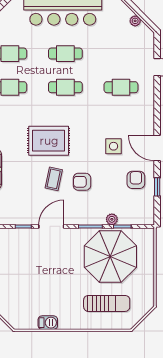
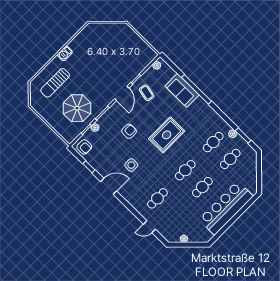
coffee table: (54, 179) -> (147, 93), moved
armchair: (136, 180) -> (84, 147), moved
parasol: (110, 256) -> (77, 108), width x0.73, depth x0.73
barbecue: (48, 323) -> (65, 53), moved

